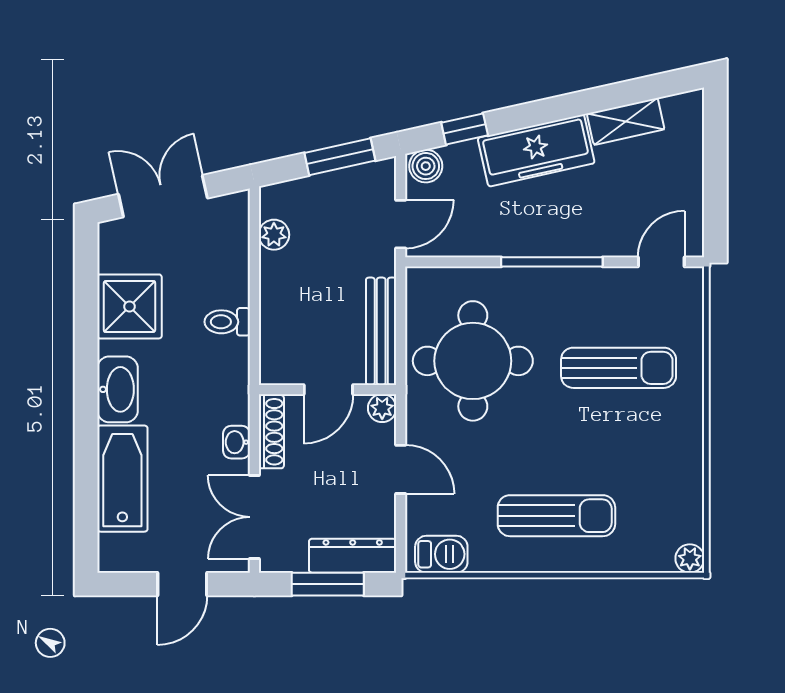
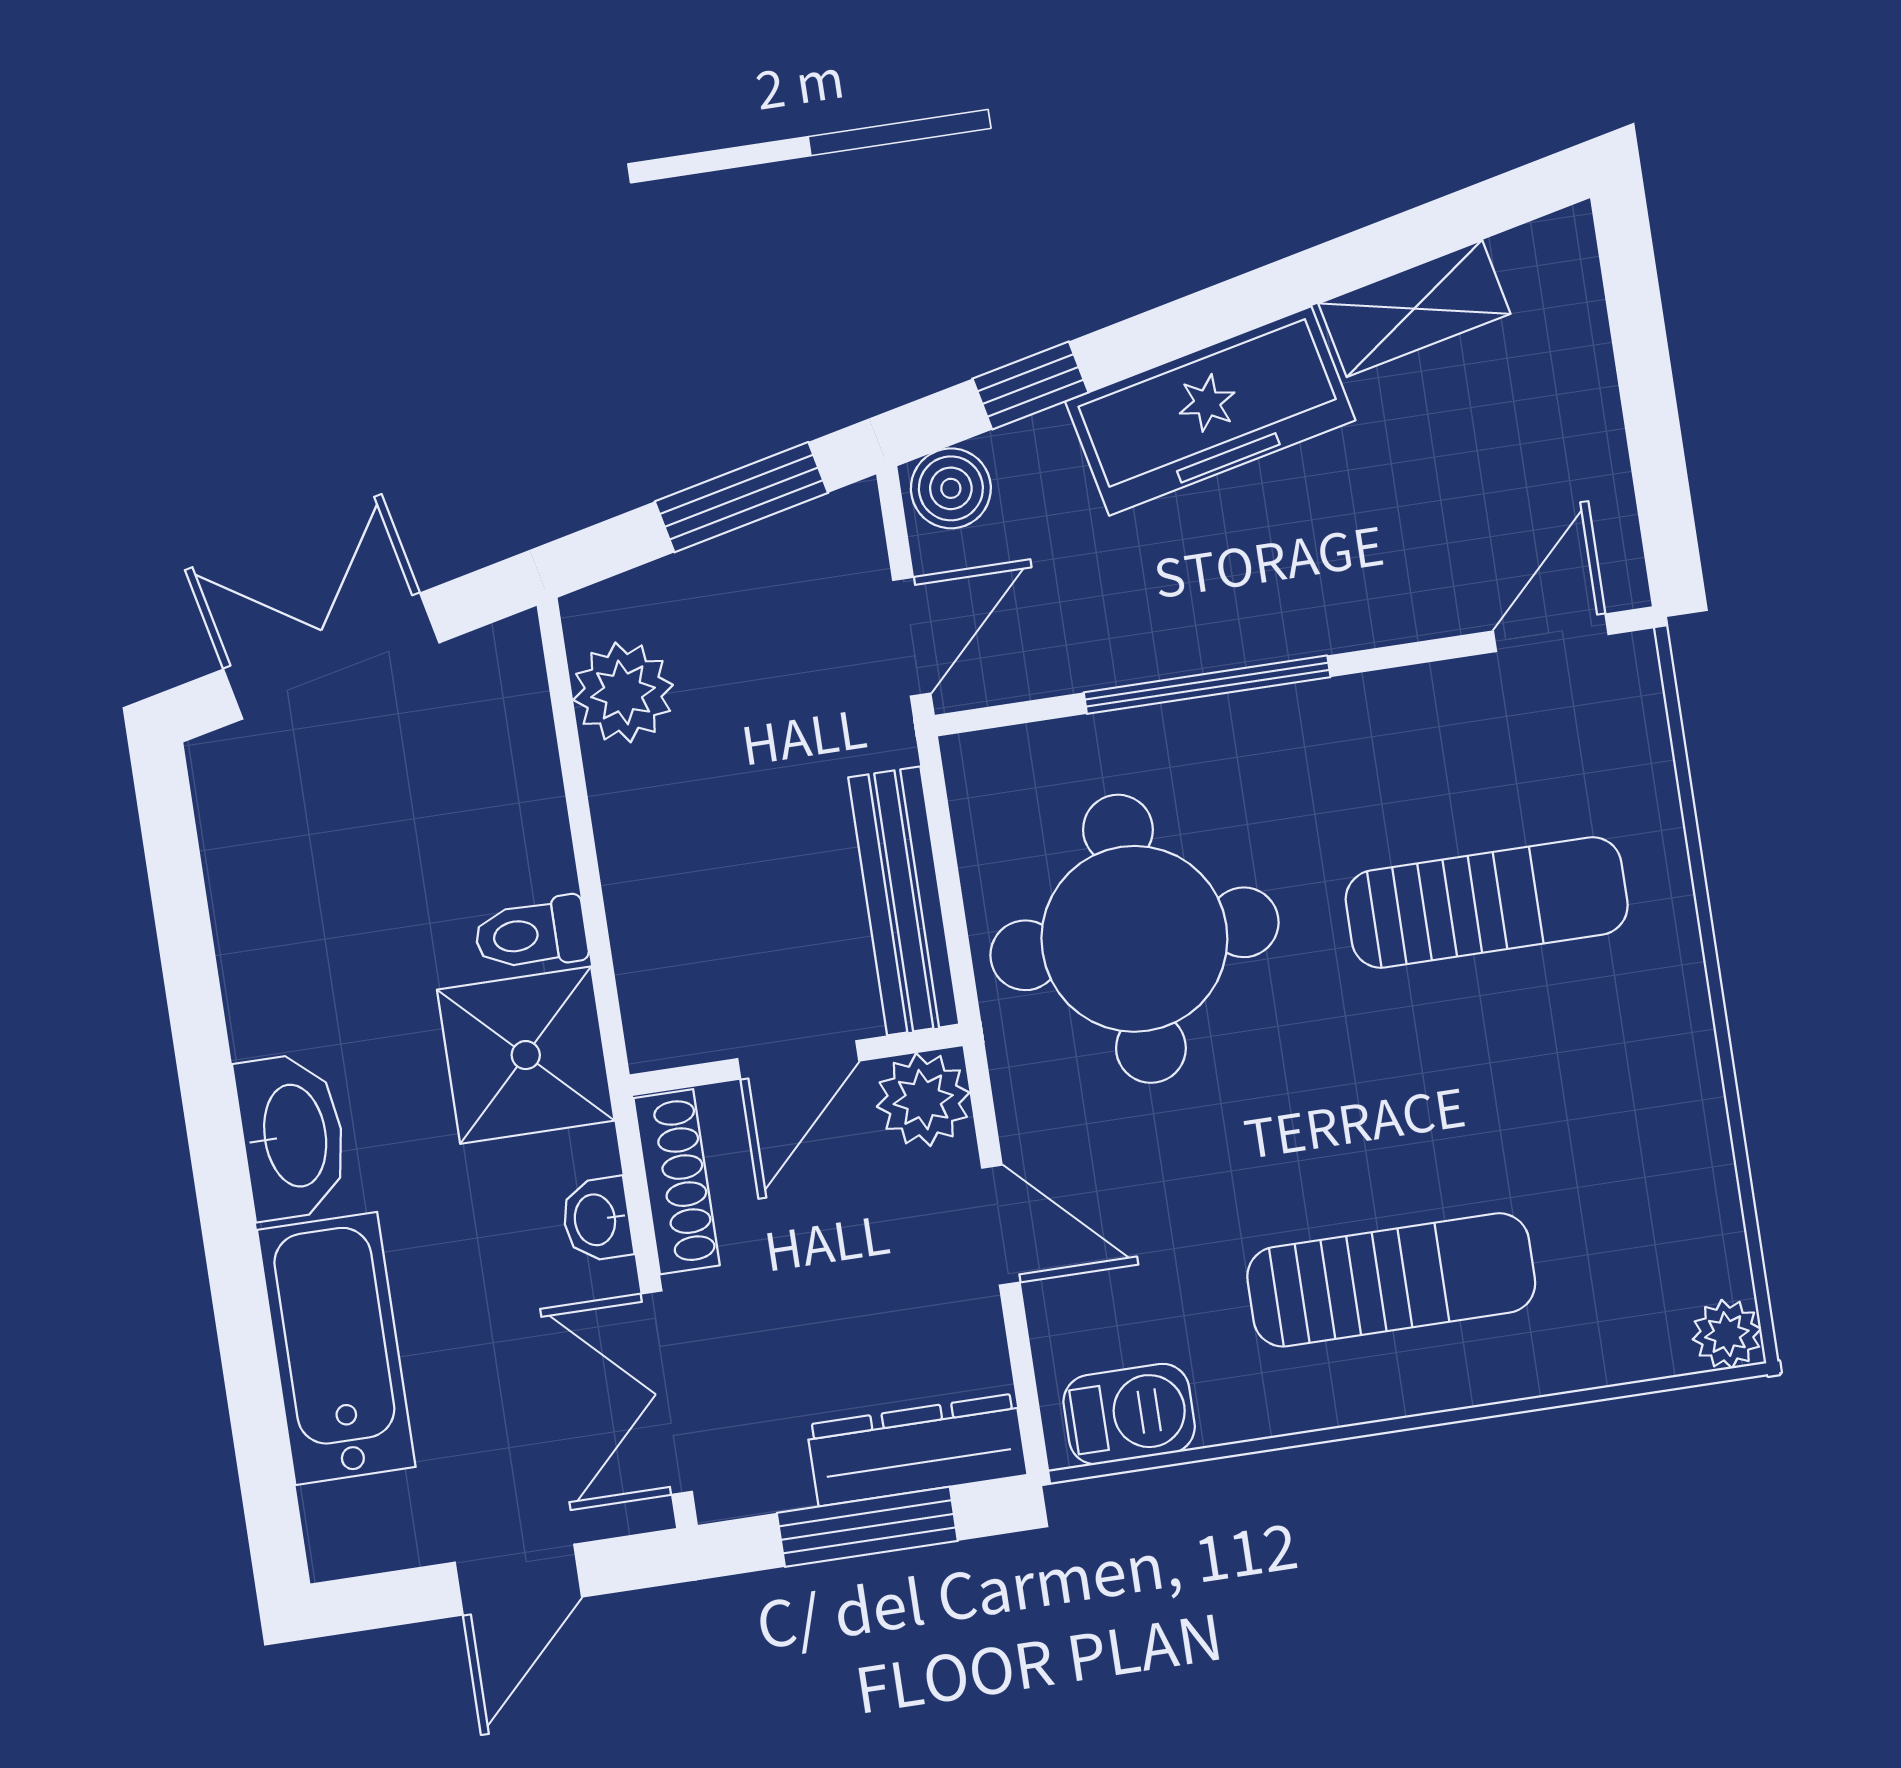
plant: (274, 235) -> (623, 692), width x1.38, depth x1.38
window: (552, 262) -> (1207, 685), moved
shower: (129, 306) -> (526, 1055), moved
plant: (382, 408) -> (923, 1100), width x1.38, depth x1.38

